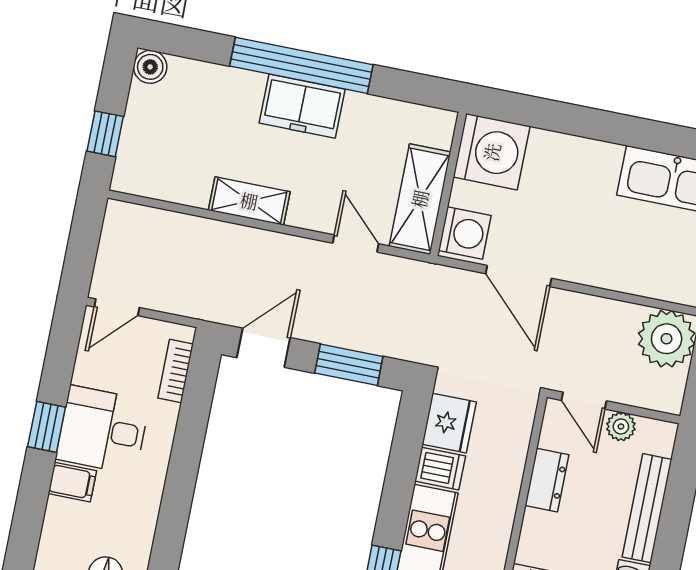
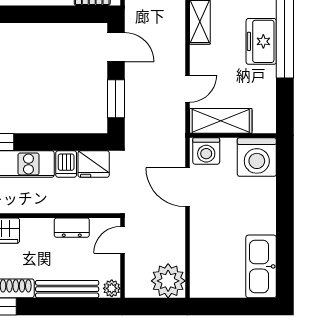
door: (519, 276) -> (187, 187), hinge flipped
plant: (621, 426) -> (112, 288), moved

